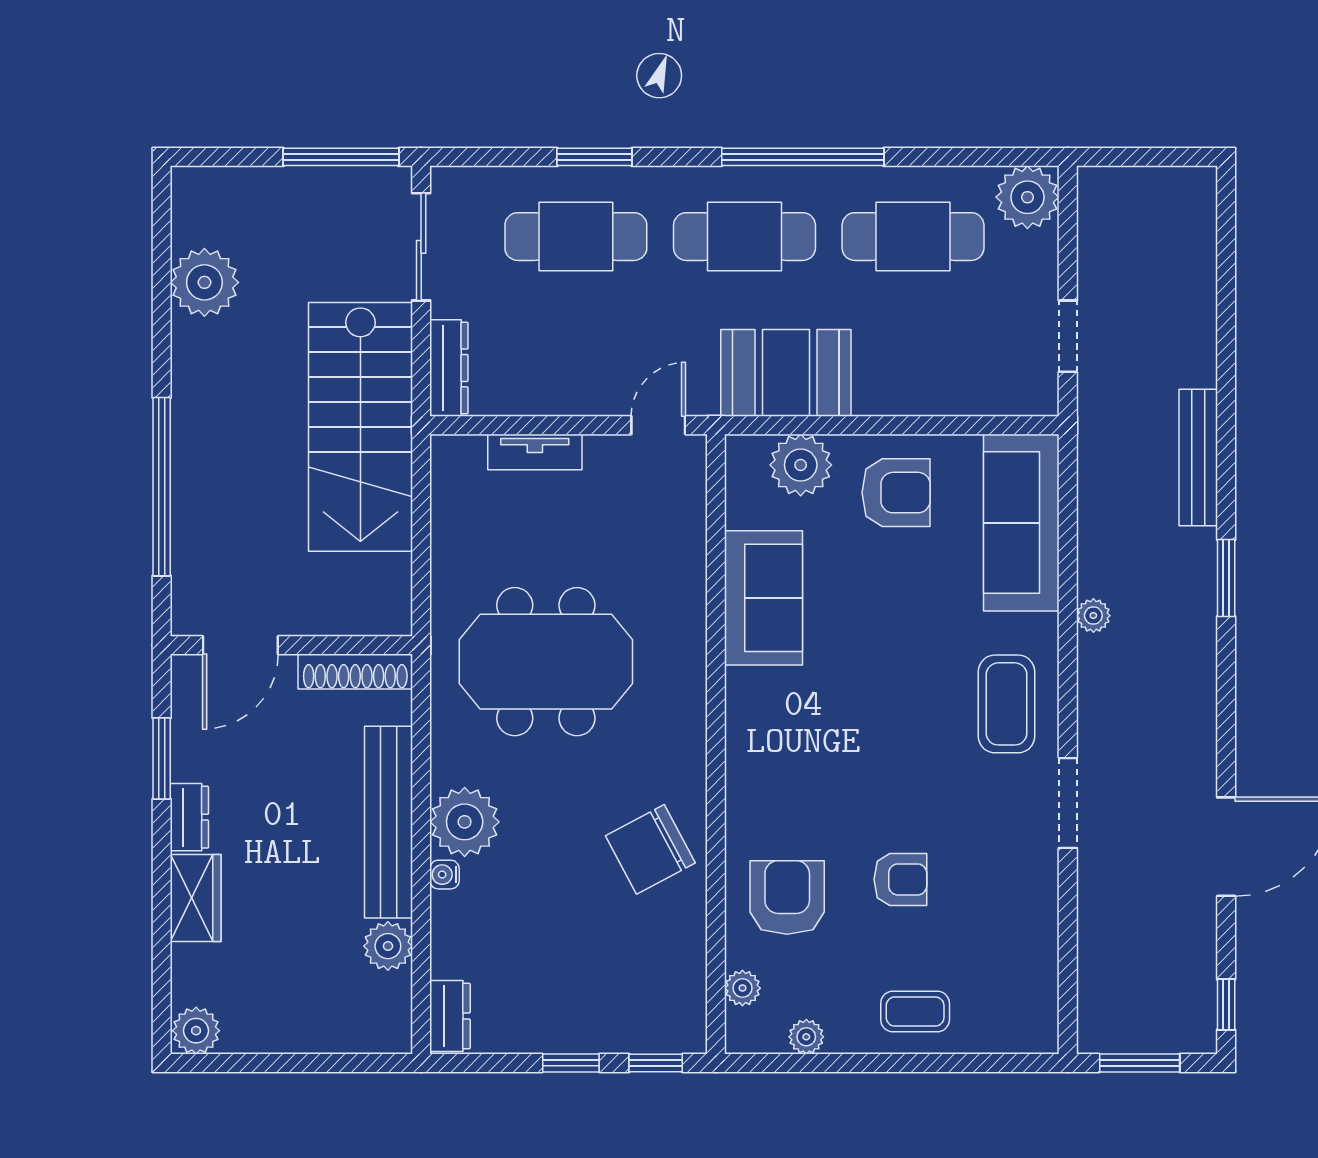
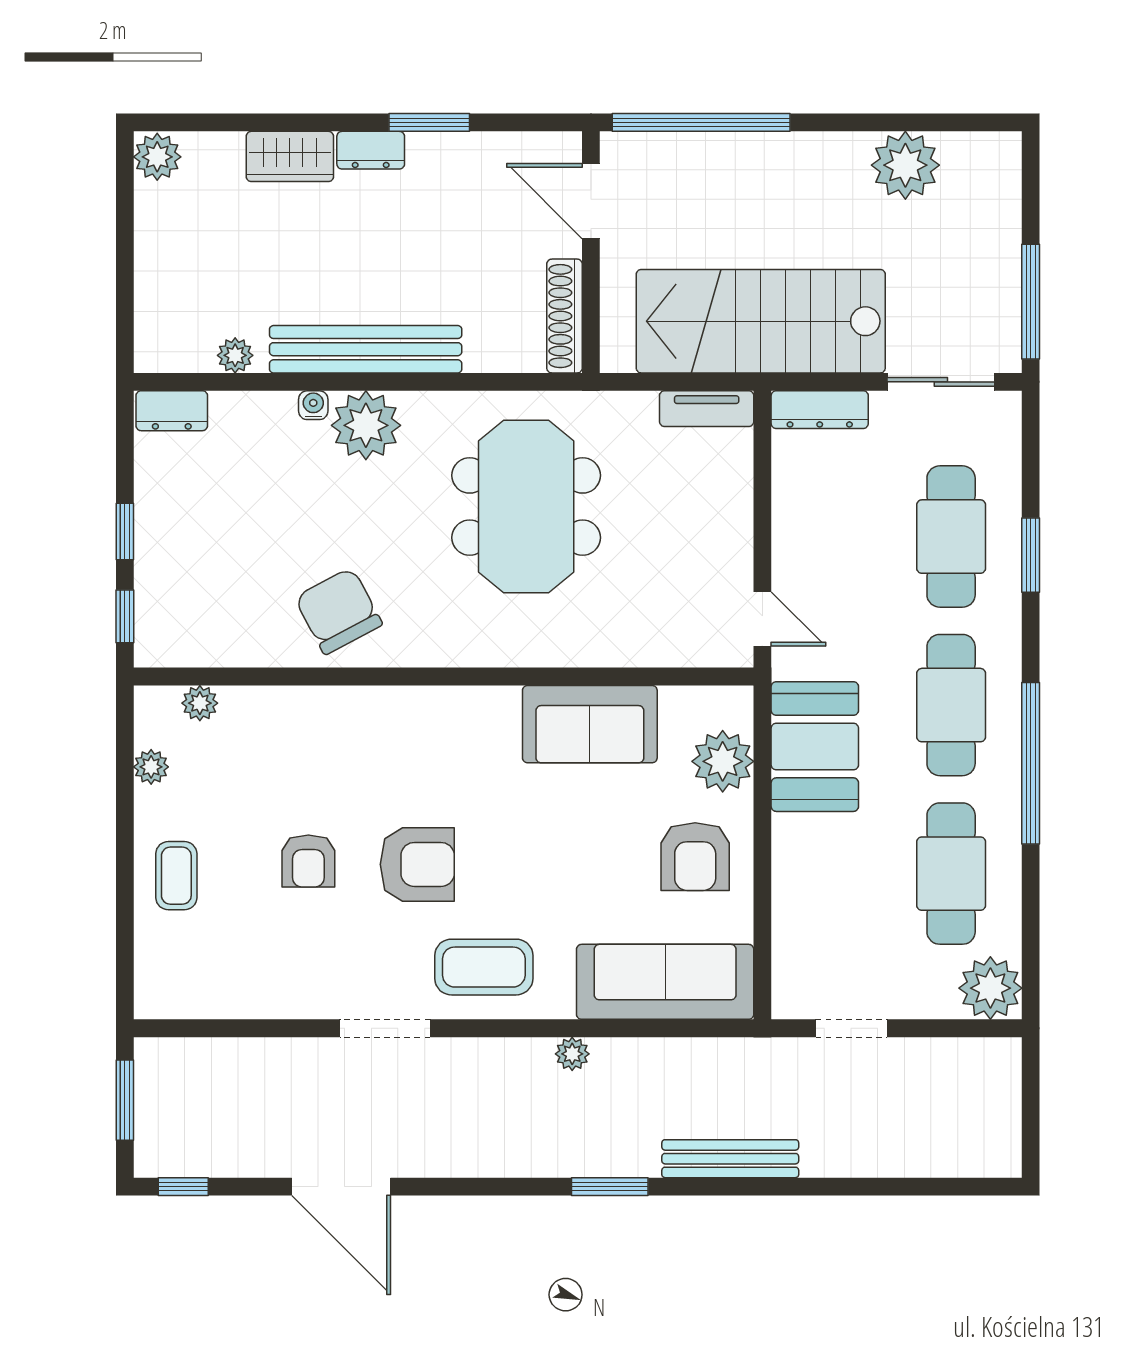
tv unit: (535, 452) -> (707, 409), moved, turned -90
door: (240, 645) -> (591, 201), moved
wall: (291, 645) -> (591, 252), moved
shoe rack: (355, 672) -> (565, 316), moved
armchair: (787, 897) -> (417, 864), moved
plant: (388, 946) -> (235, 355), width x0.73, depth x0.73

